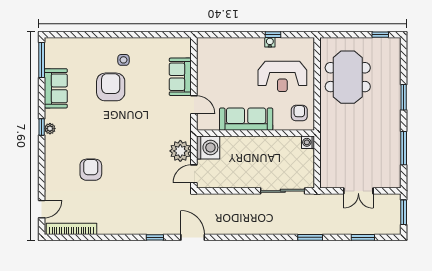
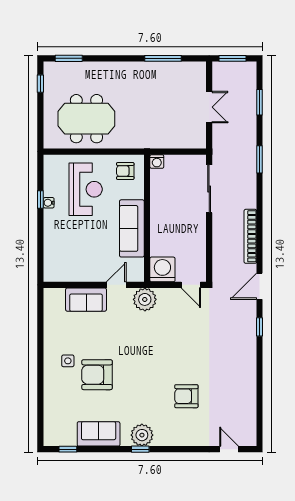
window: (42, 60) -> (68, 449), width x0.46
window: (404, 97) -> (69, 58), moved
plant: (50, 129) -> (142, 435), width x1.87, depth x1.87
plant: (180, 151) -> (145, 299), moved
bookcase: (71, 229) -> (250, 236), moved

